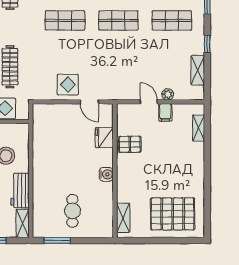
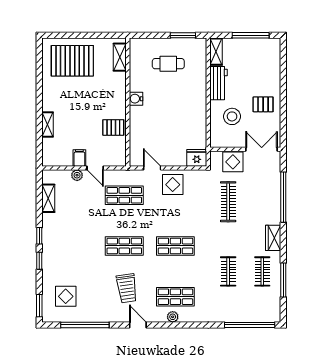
shop shelf: (172, 20) -> (124, 195), moved
window: (207, 44) -> (39, 236), moved
shelving: (199, 128) -> (48, 124), moved
fridge: (104, 138) -> (197, 158), moved, turned -90
cafe table: (72, 211) -> (168, 64), turned 90

